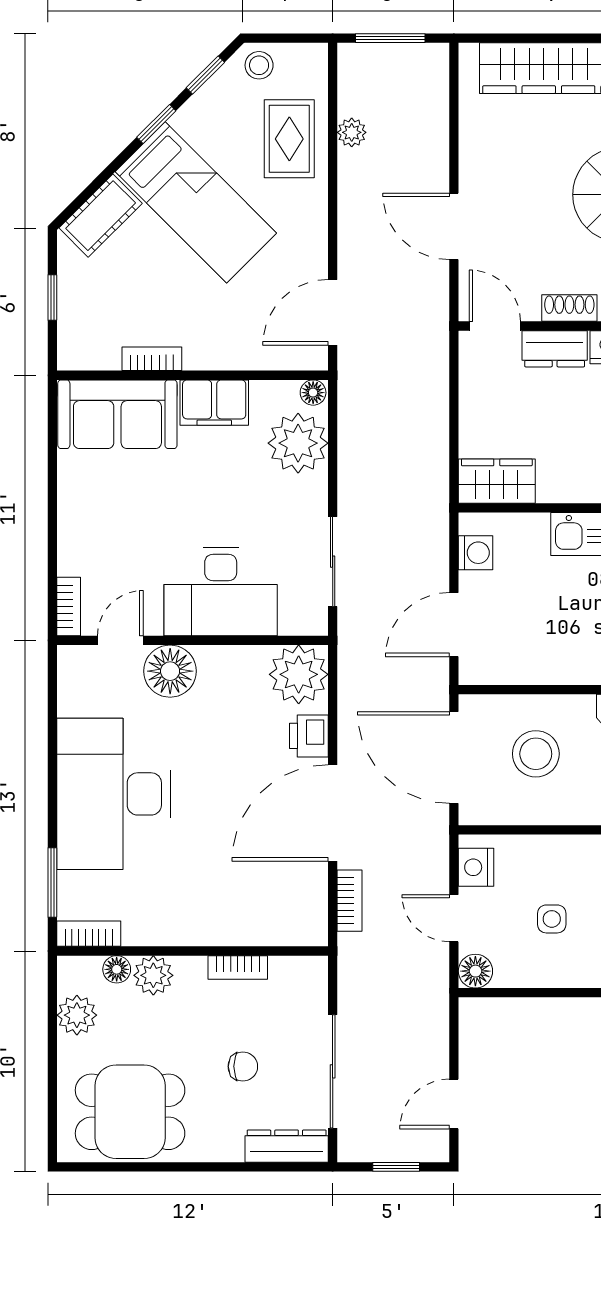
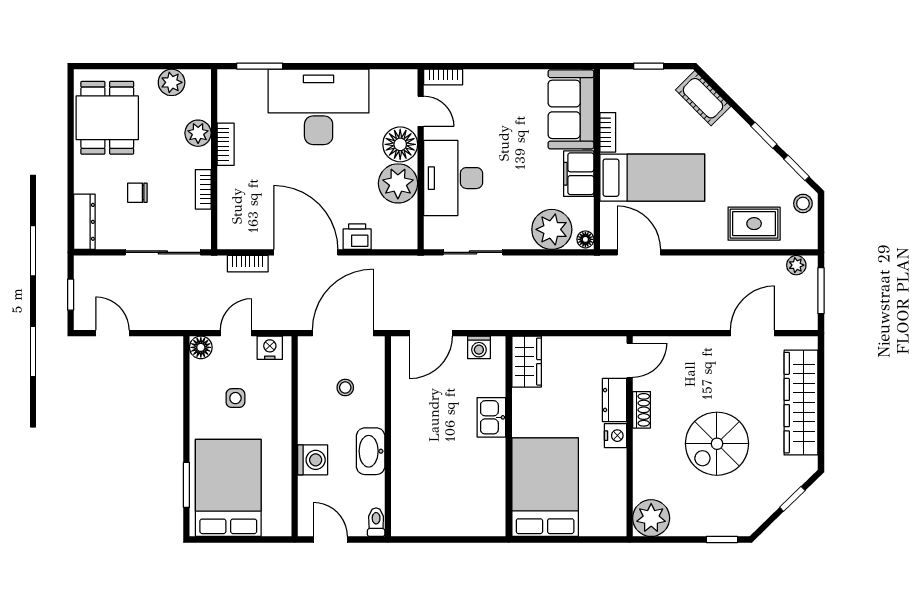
plant: (352, 132) -> (796, 265), moved
bed: (196, 202) -> (652, 178), moved, turned -135
door: (454, 226) -> (752, 333), moved
door: (454, 625) -> (431, 333), swing flipped
plant: (299, 674) -> (398, 183), moved
stool: (536, 754) -> (345, 388), width x0.53, depth x0.53
bookcase: (89, 934) -> (226, 144), moved
floor lamp: (117, 969) -> (202, 109), removed
chair: (243, 1066) -> (137, 193), turned 90
sliding door: (333, 1071) -> (163, 252), moved

